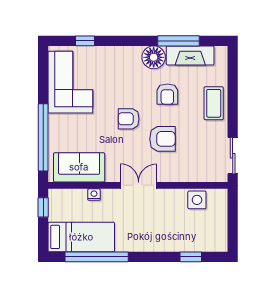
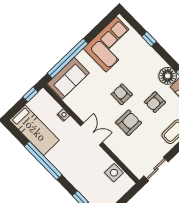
window: (85, 41) -> (149, 39), moved
armchair: (162, 139) -> (129, 123), turned -90
sofa: (79, 167) -> (68, 78), moved, turned 90
window: (97, 257) -> (43, 161), moved

